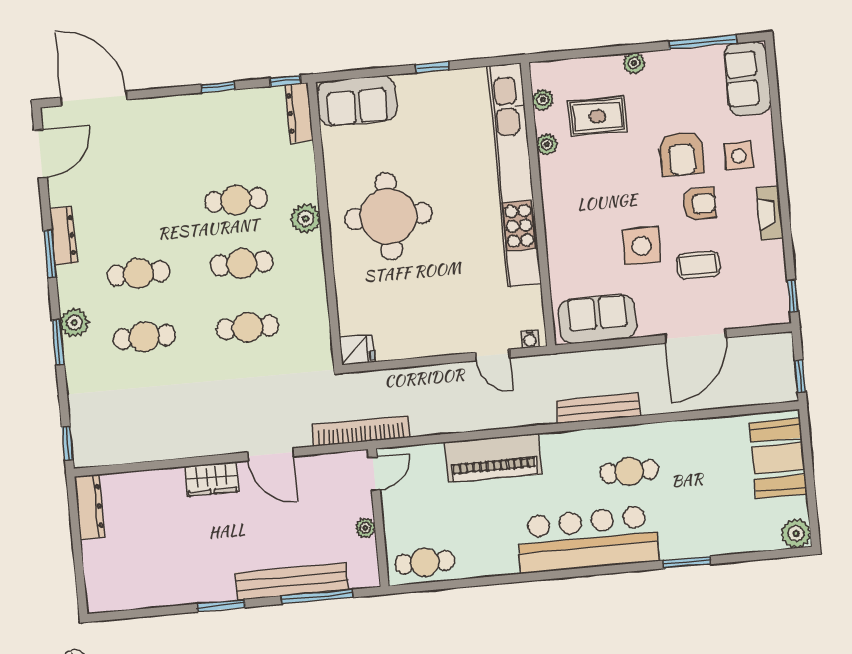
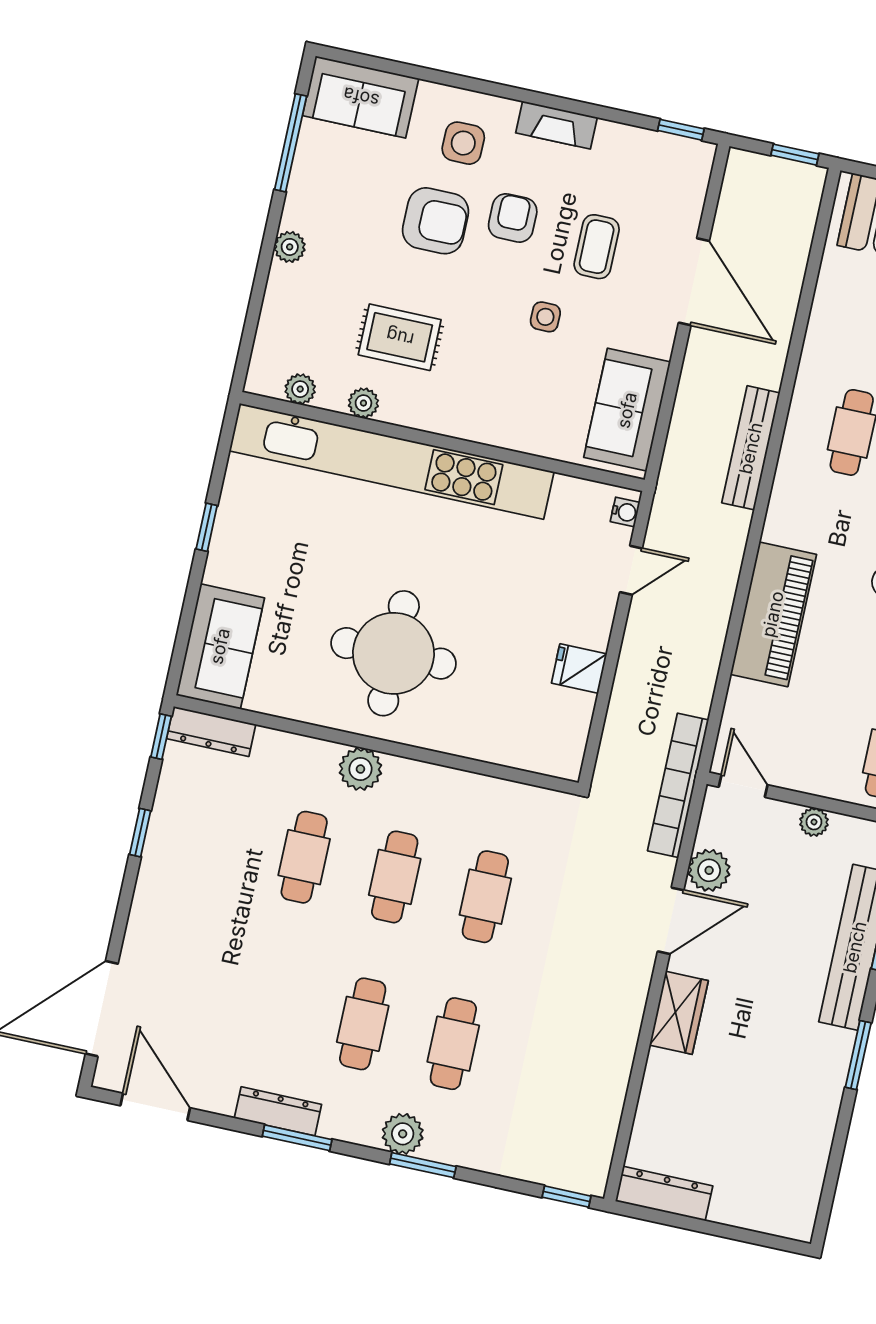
rug: (597, 116) -> (400, 337), moved, turned 90
side table: (641, 246) -> (545, 317), width x0.54, depth x0.54
fridge: (357, 350) -> (579, 669), moved, turned -90
plant: (312, 469) -> (709, 870), added

